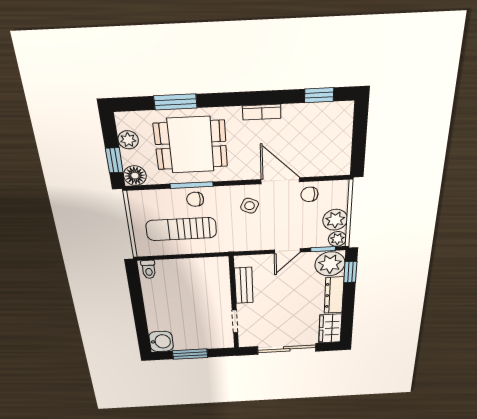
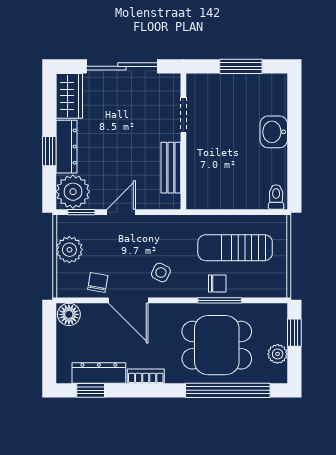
window: (175, 102) -> (228, 390), width x2.11
dresser: (310, 113) -> (99, 373), added
floor lamp: (135, 176) -> (69, 314), moved
chair: (309, 194) -> (98, 283), turned -80
sun lounger: (181, 229) -> (235, 248), turned 180
plant: (337, 239) -> (66, 225), removed
window: (350, 272) -> (49, 151), moved
washbasin: (161, 341) -> (274, 132), moved

